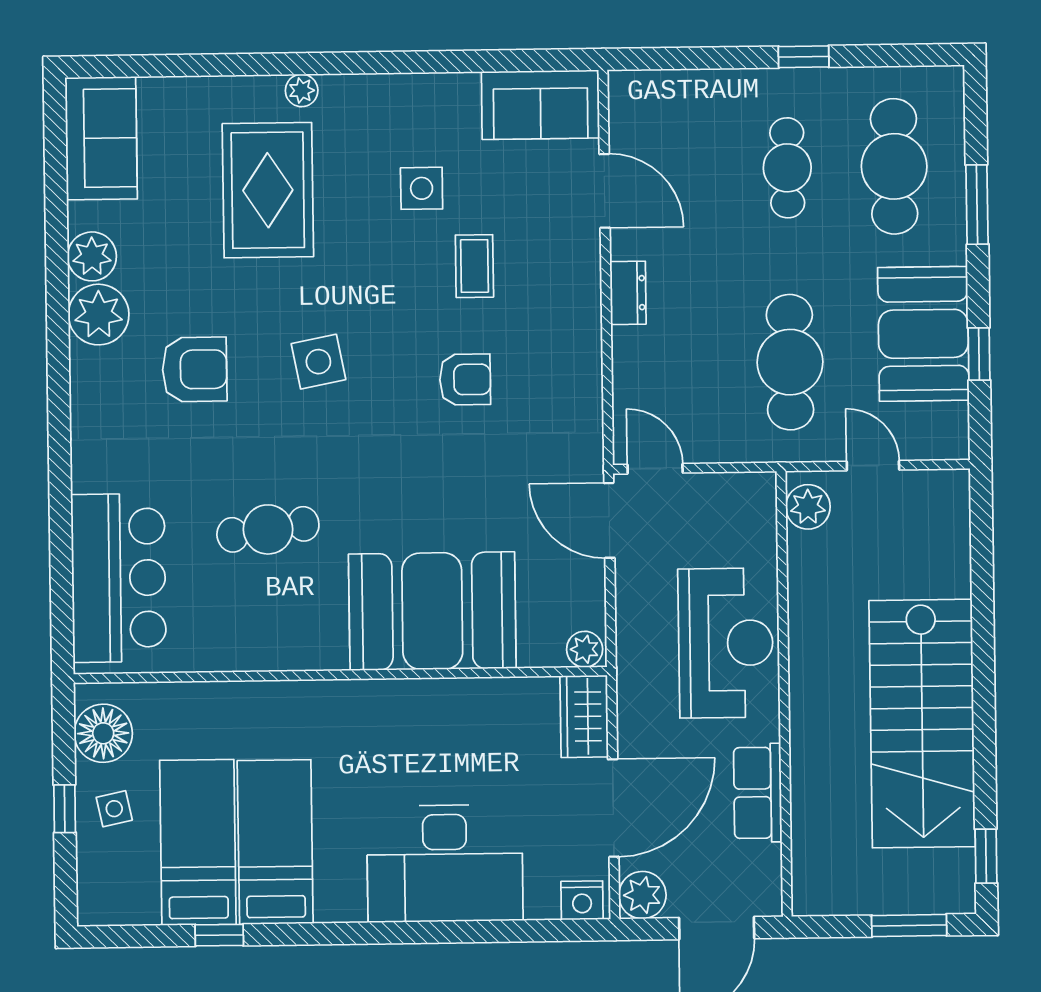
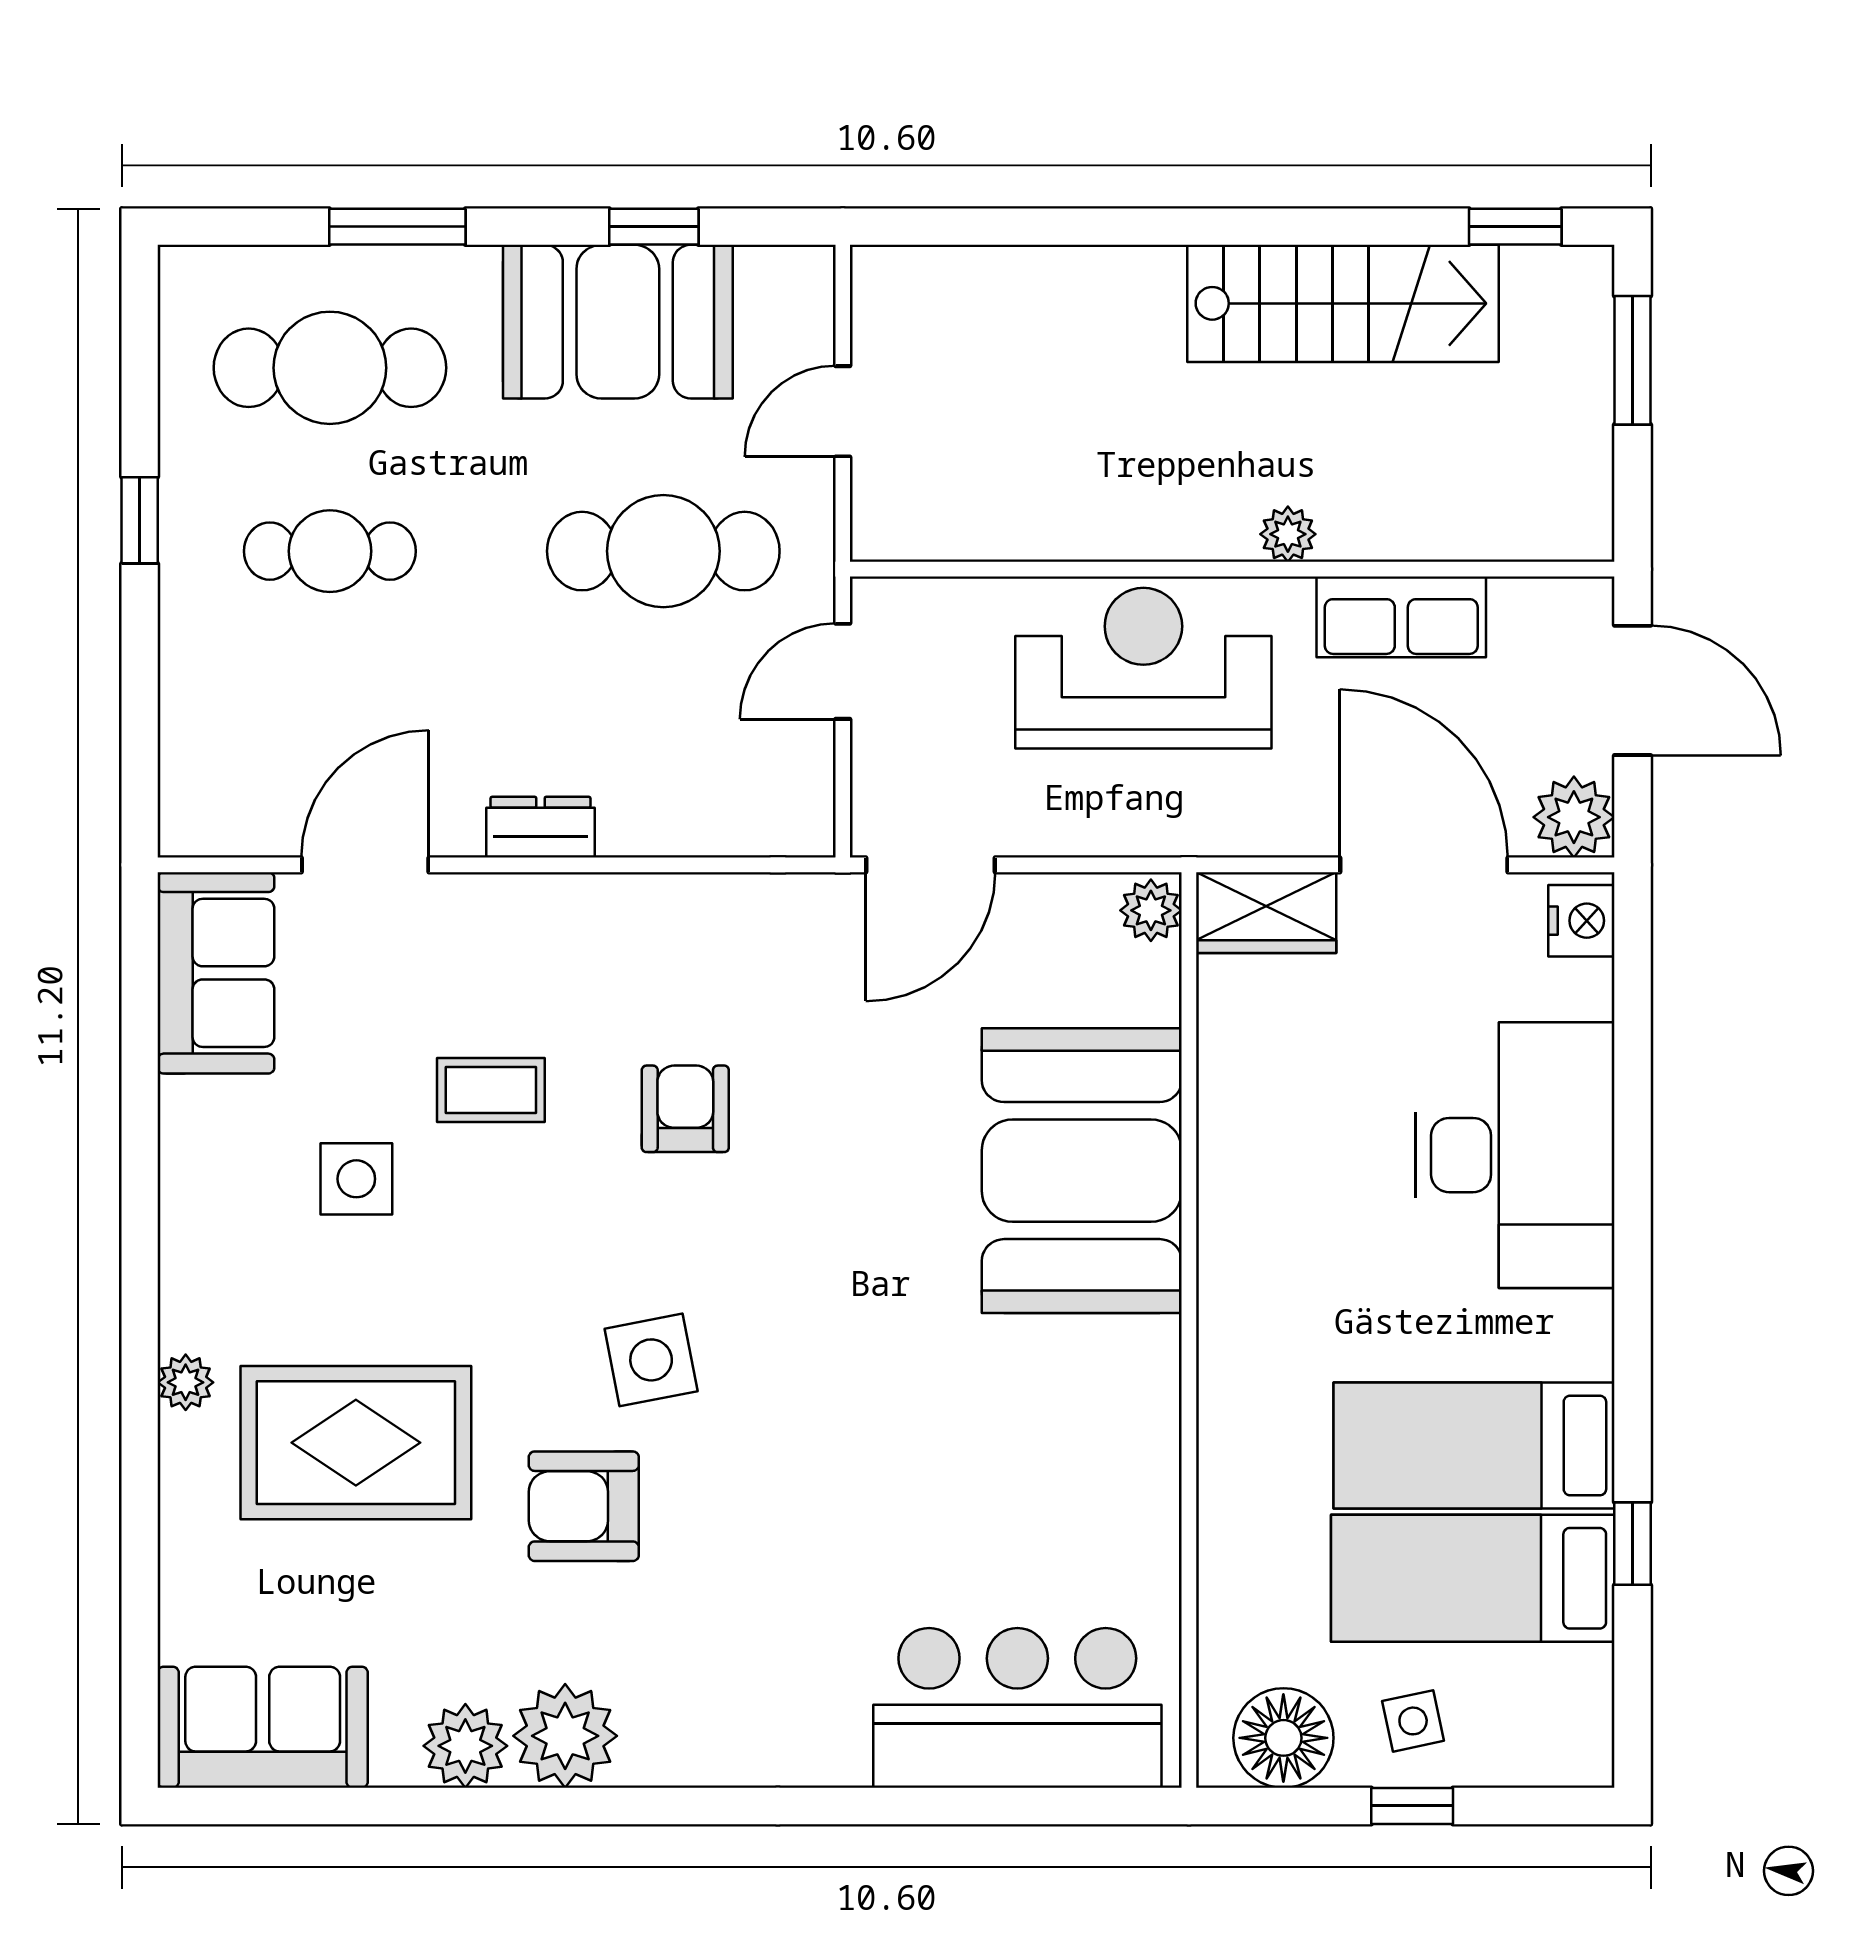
armchair: (195, 369) -> (584, 1506), moved, turned -90
door: (655, 469) -> (843, 671), moved
plant: (808, 507) -> (1288, 534), moved, width x0.73, depth x0.73
cafe table: (268, 529) -> (938, 1451), removed
stairs: (922, 724) -> (1343, 303), width x0.73, depth x0.66

